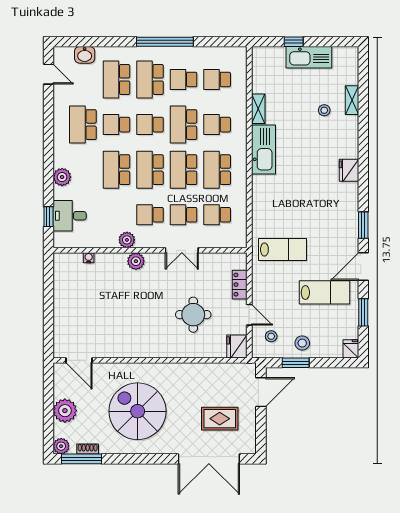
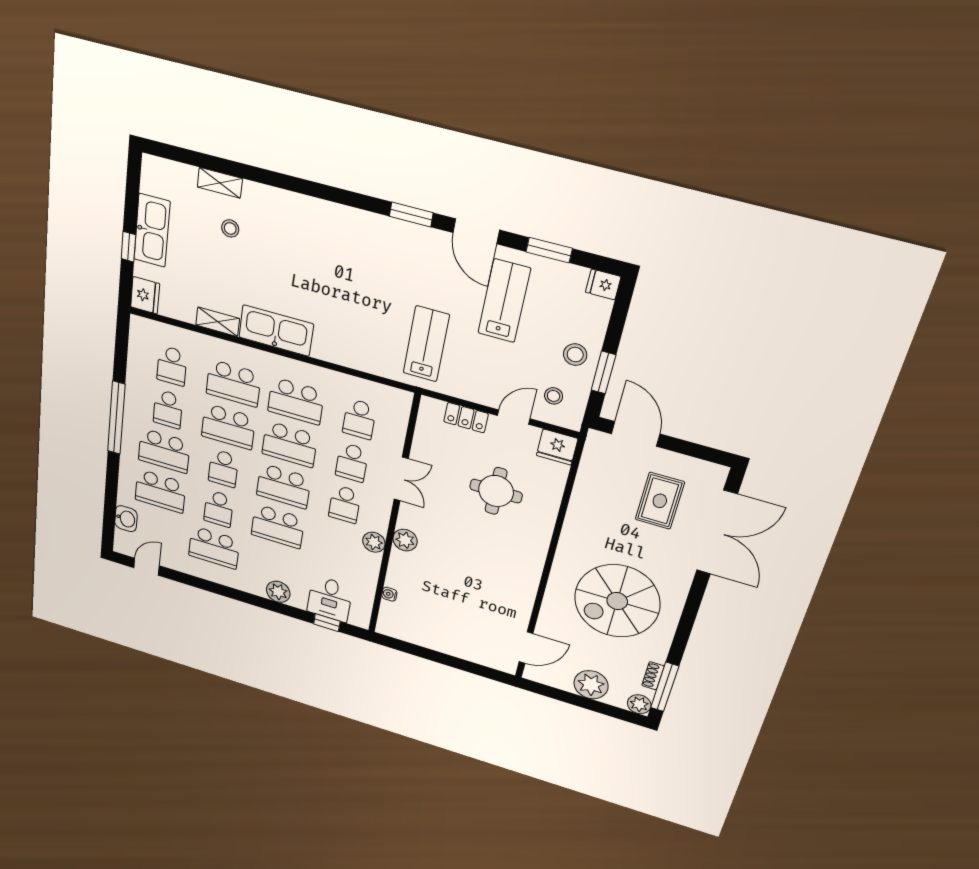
school desk: (217, 125) -> (233, 383), width x1.85
fridge: (349, 170) -> (145, 295), moved, turned -90

